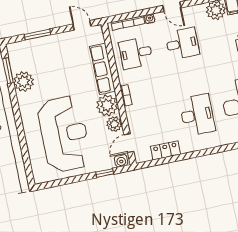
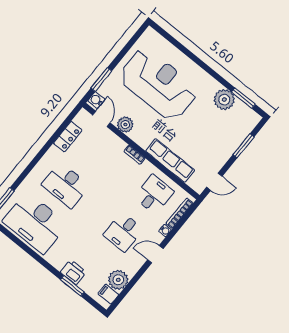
plant: (107, 105) -> (143, 135), removed
reception desk: (64, 134) -> (158, 84), turned 180
window: (105, 173) -> (101, 80), width x1.50

